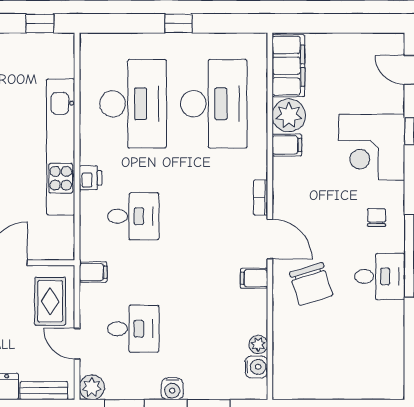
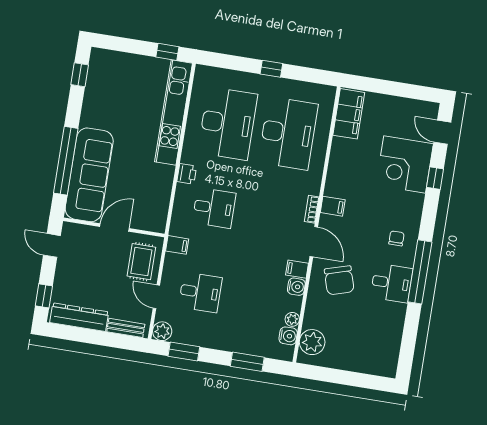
plant: (289, 115) -> (312, 342), moved
filing cabinet: (287, 145) -> (333, 206), moved
kitchen unit: (61, 147) -> (174, 112), moved
corner desk: (372, 147) -> (405, 164), moved
water cooler: (172, 389) -> (296, 287), moved, turned -90

